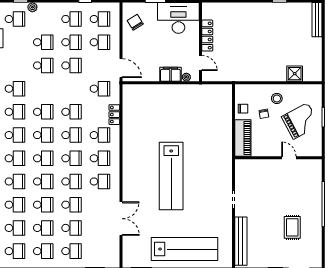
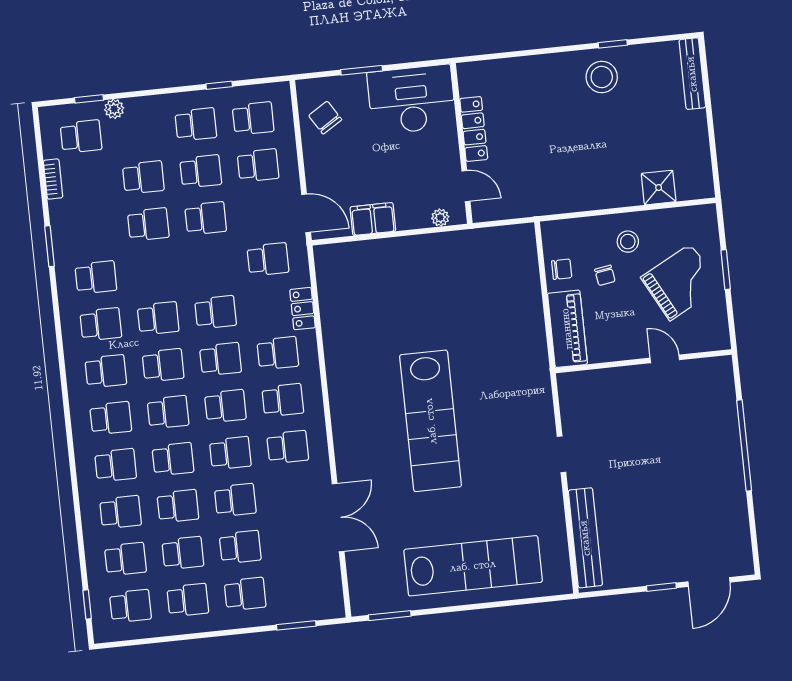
stool: (273, 17) -> (602, 77), added
filing cabinet: (170, 74) -> (373, 219), moved
rug: (292, 227) -> (686, 499), removed

